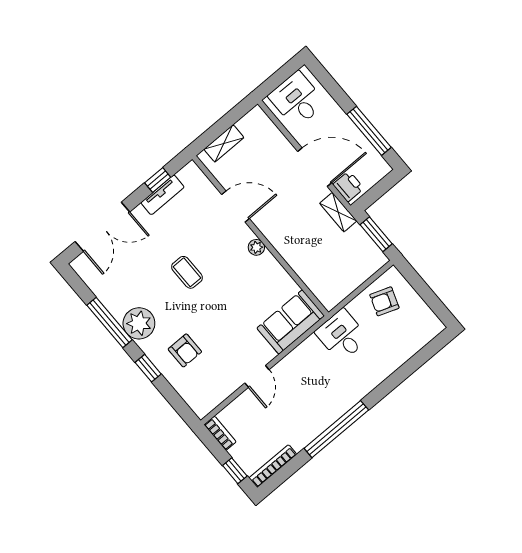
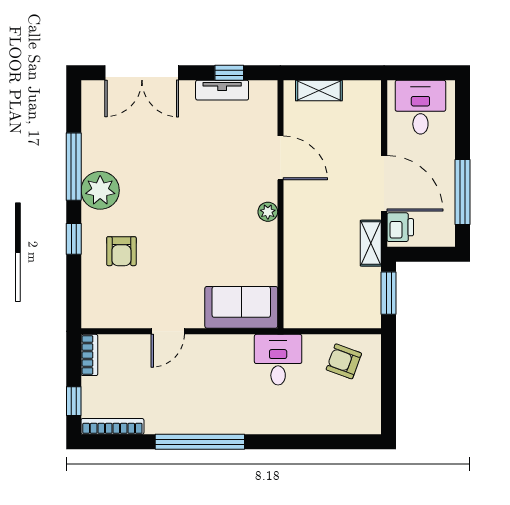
coffee table: (187, 272) -> (184, 181), removed

